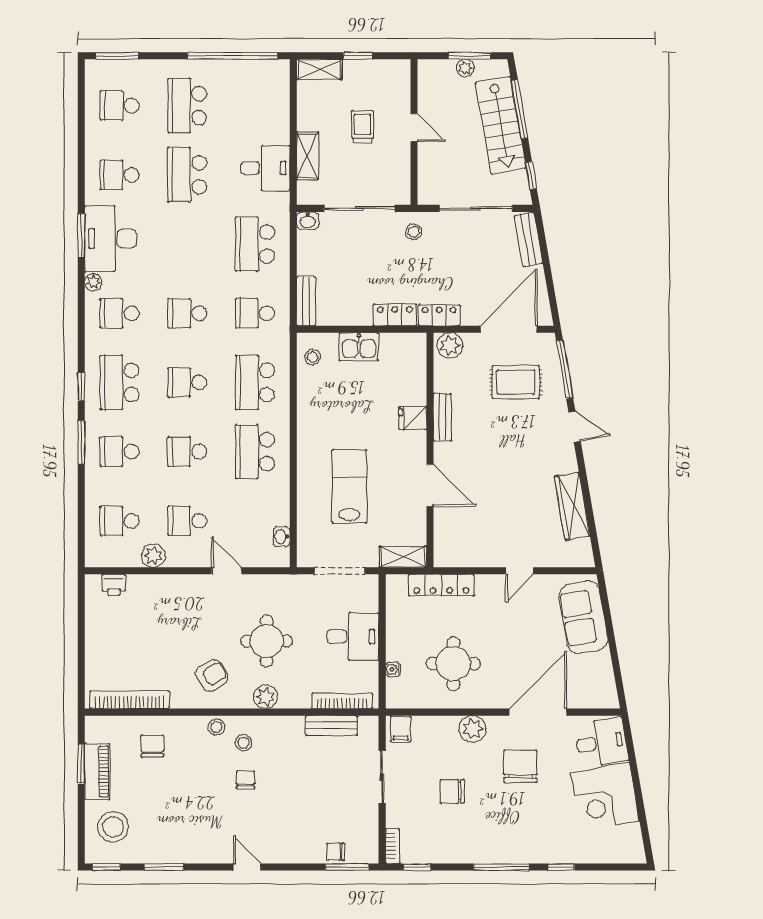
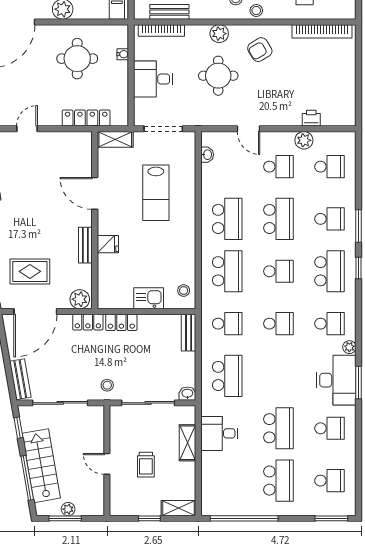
school desk: (187, 452) -> (278, 219), width x1.85
printer: (114, 585) -> (311, 118), moved

